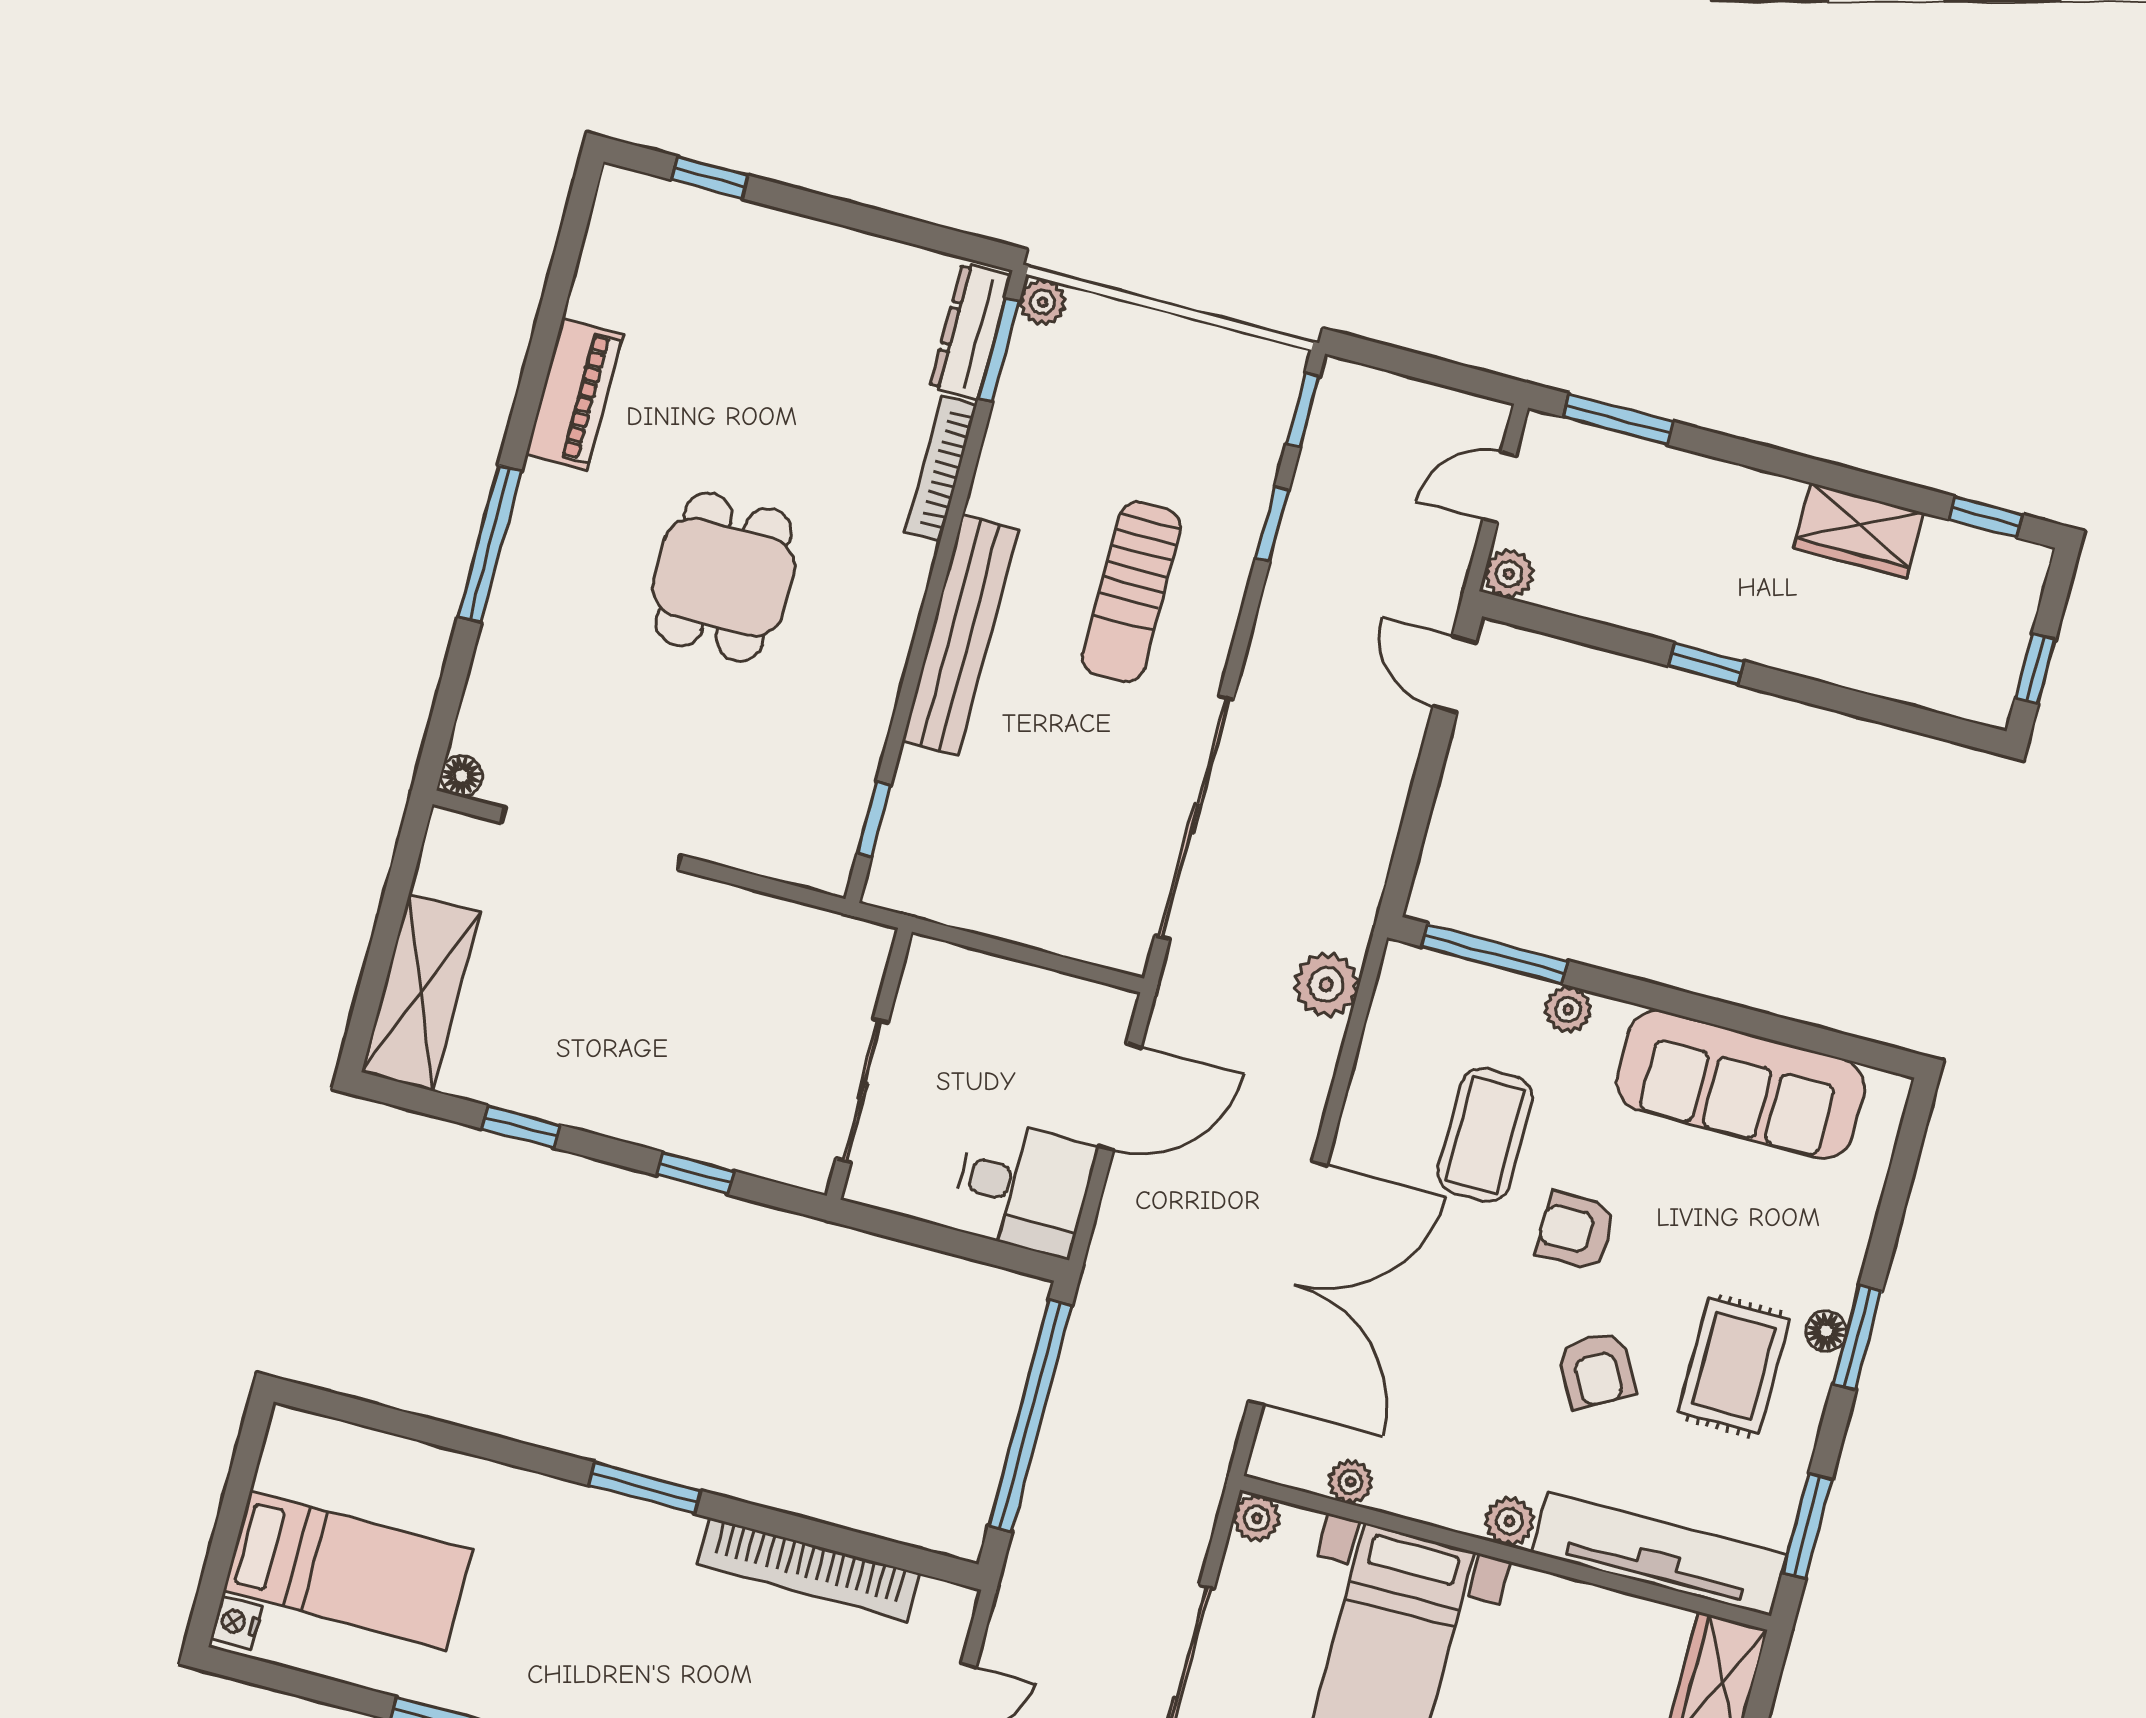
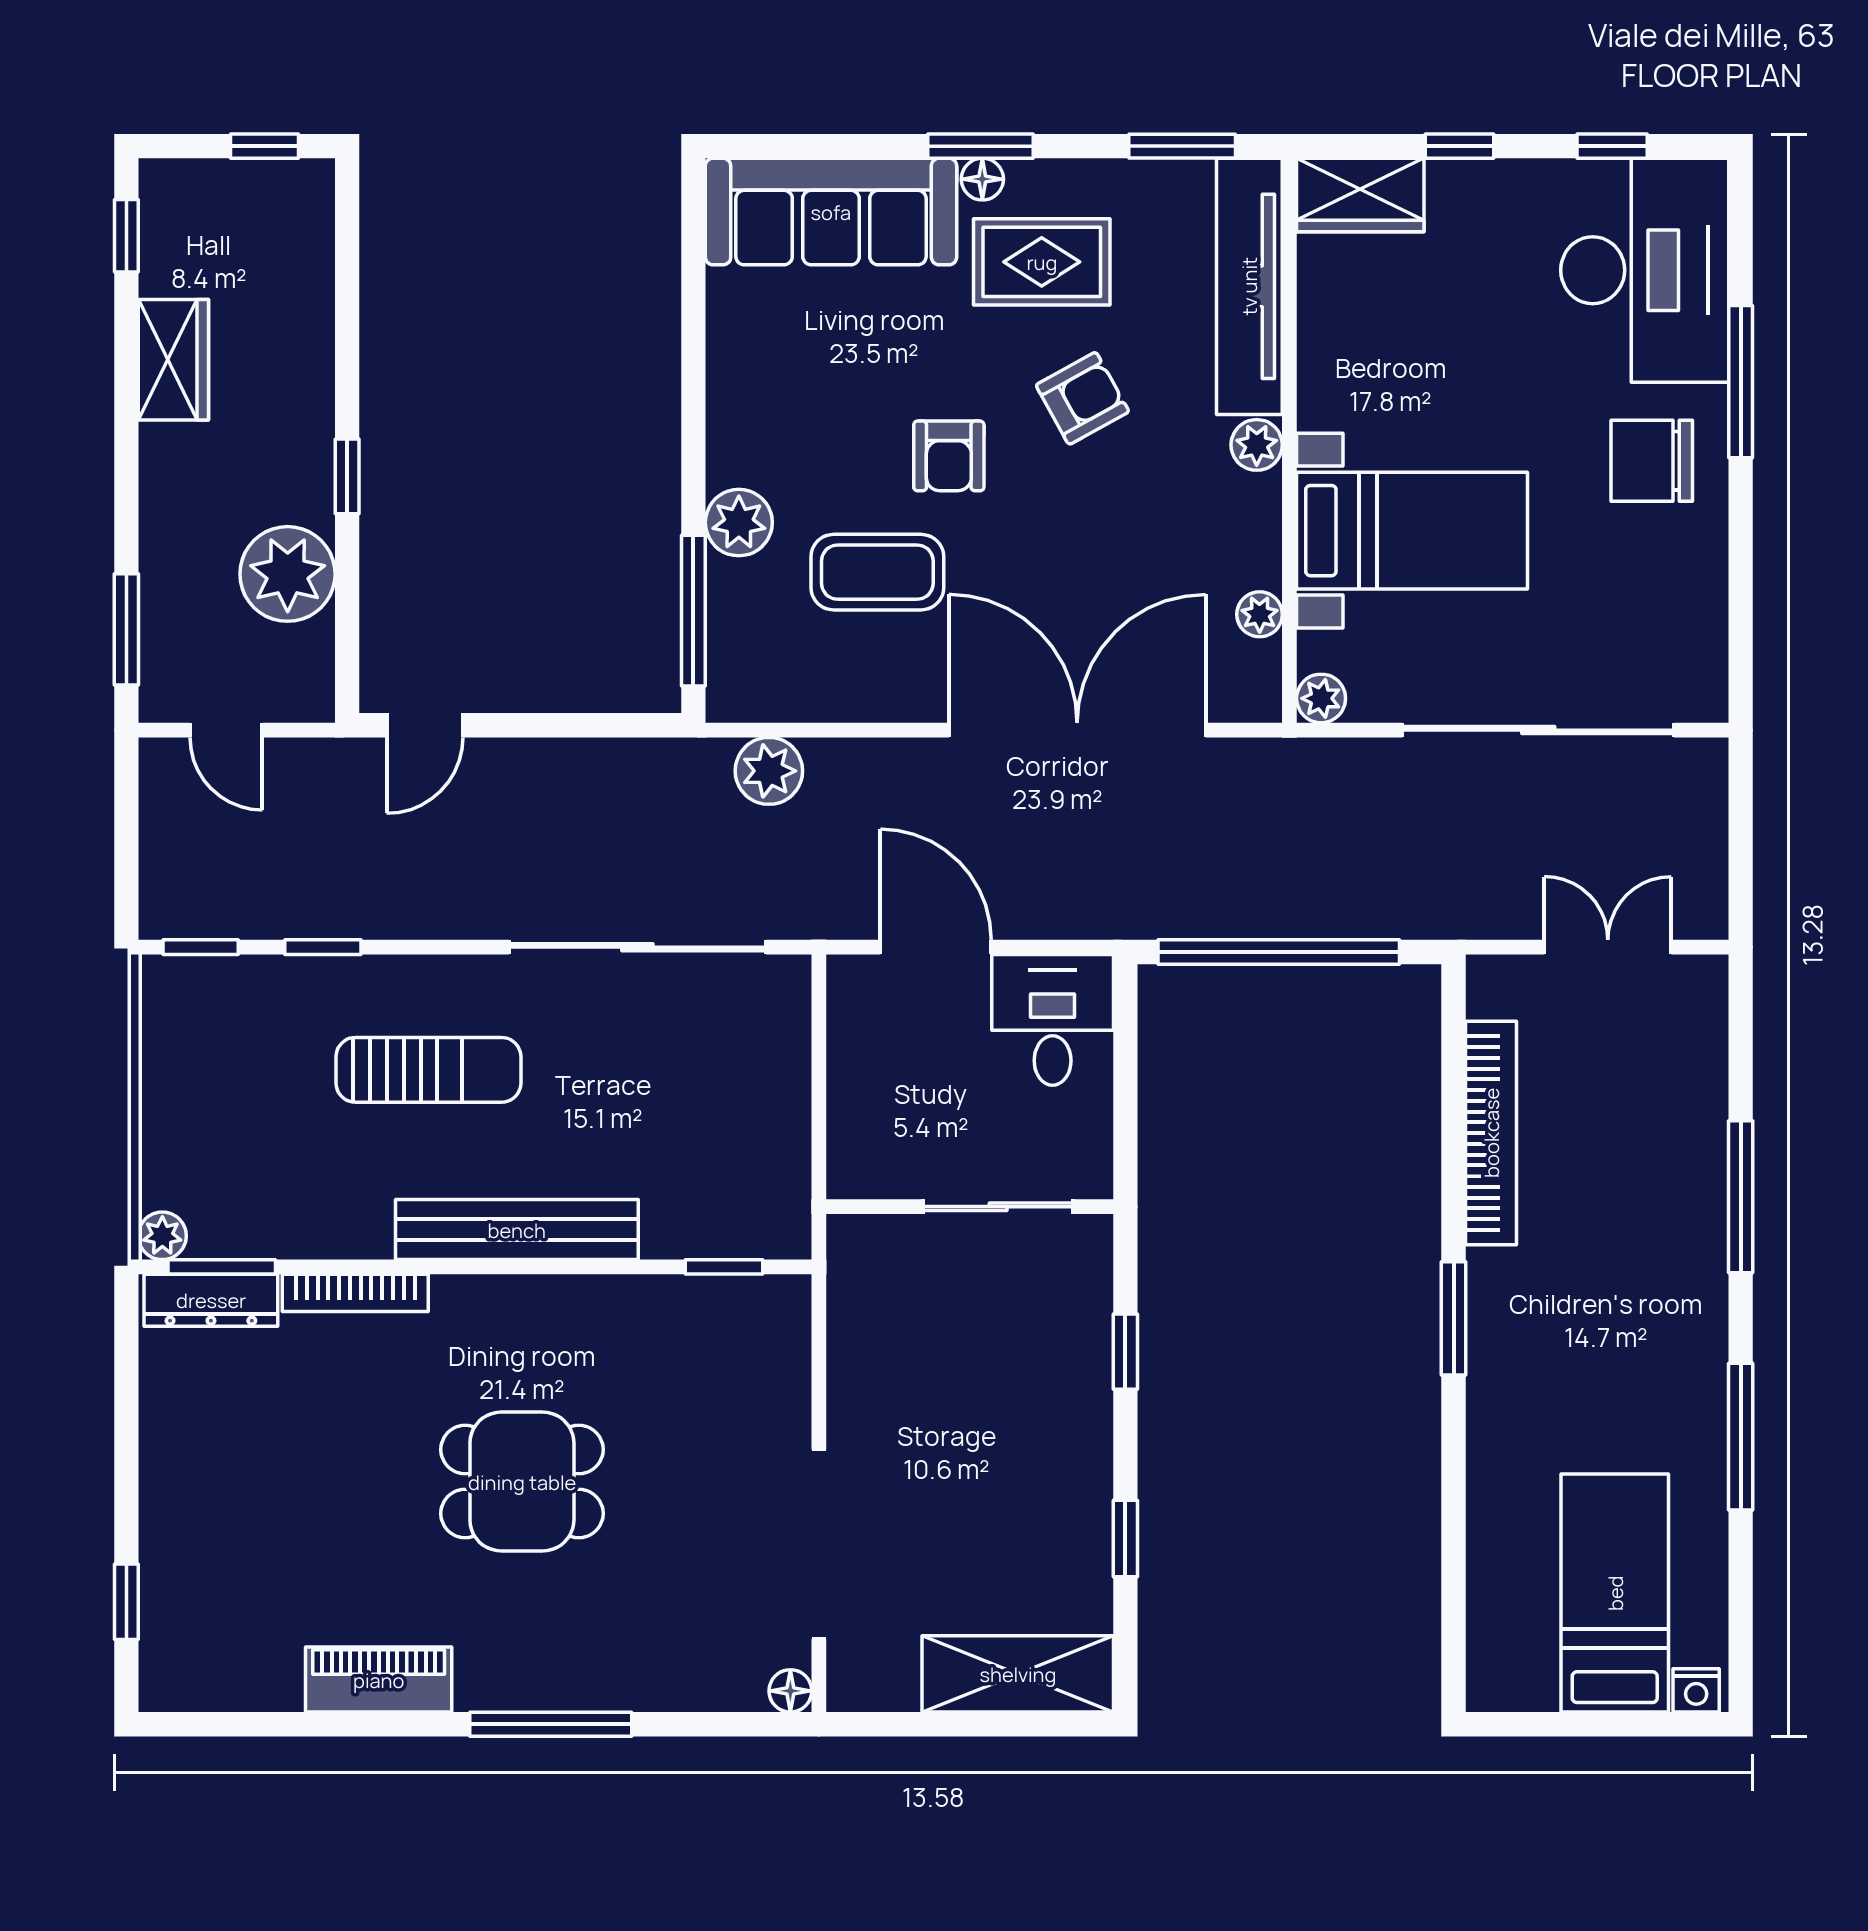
plant: (1509, 574) -> (288, 574), moved, width x1.88, depth x1.88
plant: (1568, 1010) -> (739, 523), width x1.38, depth x1.38
sofa: (1740, 1085) -> (831, 212), moved, turned 90

